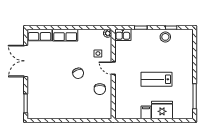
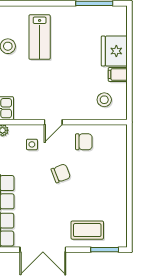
lab bench: (156, 79) -> (40, 37), moved
coffee table: (39, 91) -> (87, 230), added
stool: (129, 103) -> (104, 100), added

